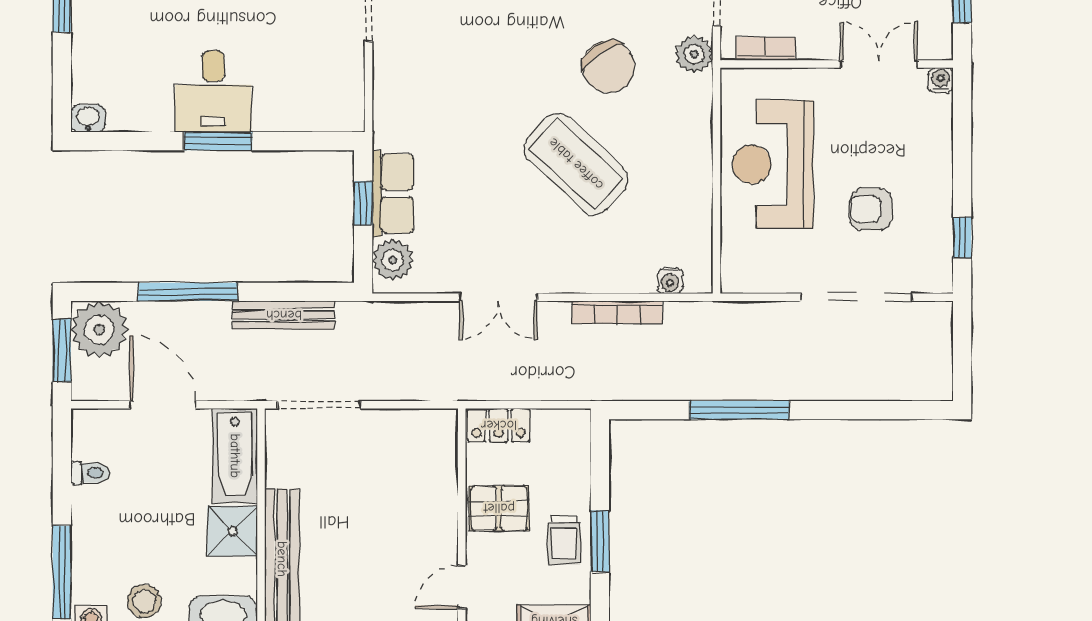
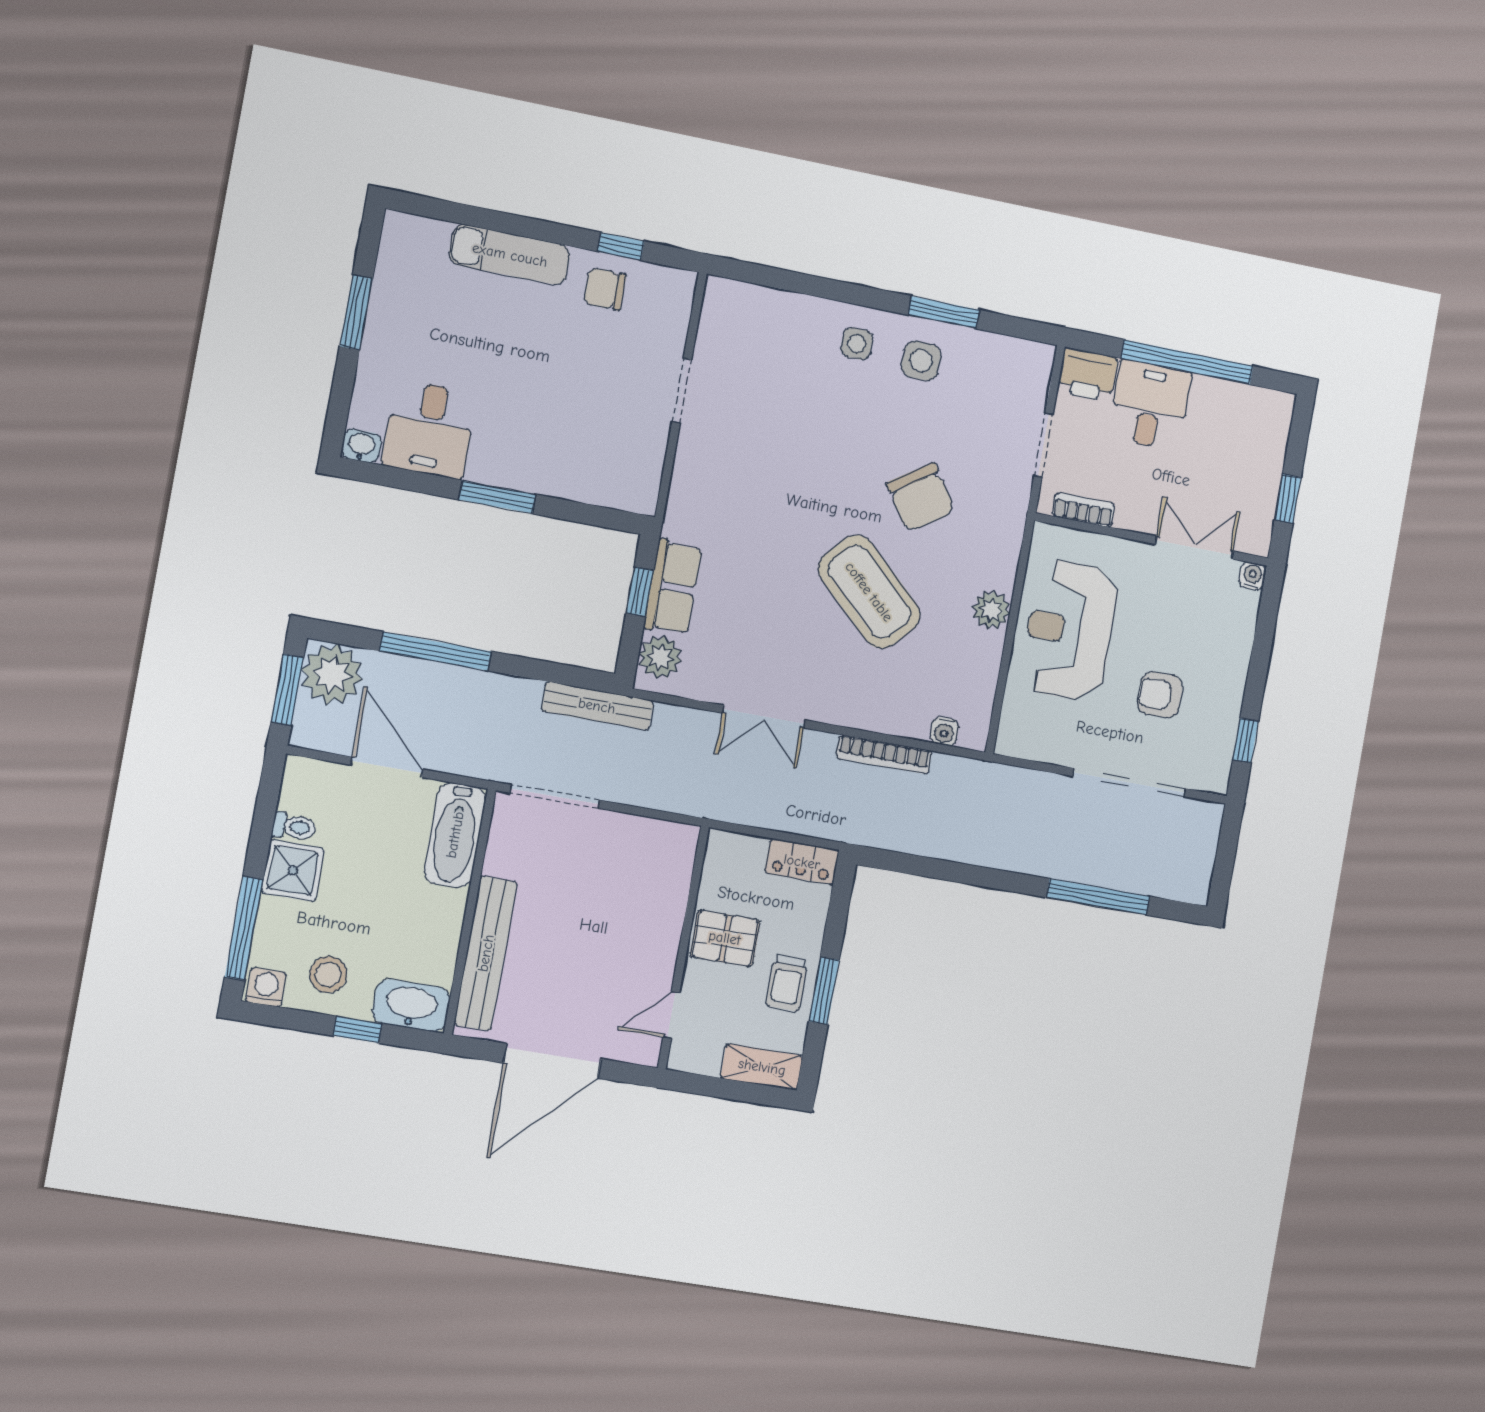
plant: (694, 54) -> (991, 610), moved
desk: (213, 91) -> (429, 429), moved
bench: (284, 315) -> (597, 706), moved
window: (739, 410) -> (1098, 897), moved
locker: (499, 425) -> (802, 862), moved
shower: (232, 531) -> (293, 871), moved

